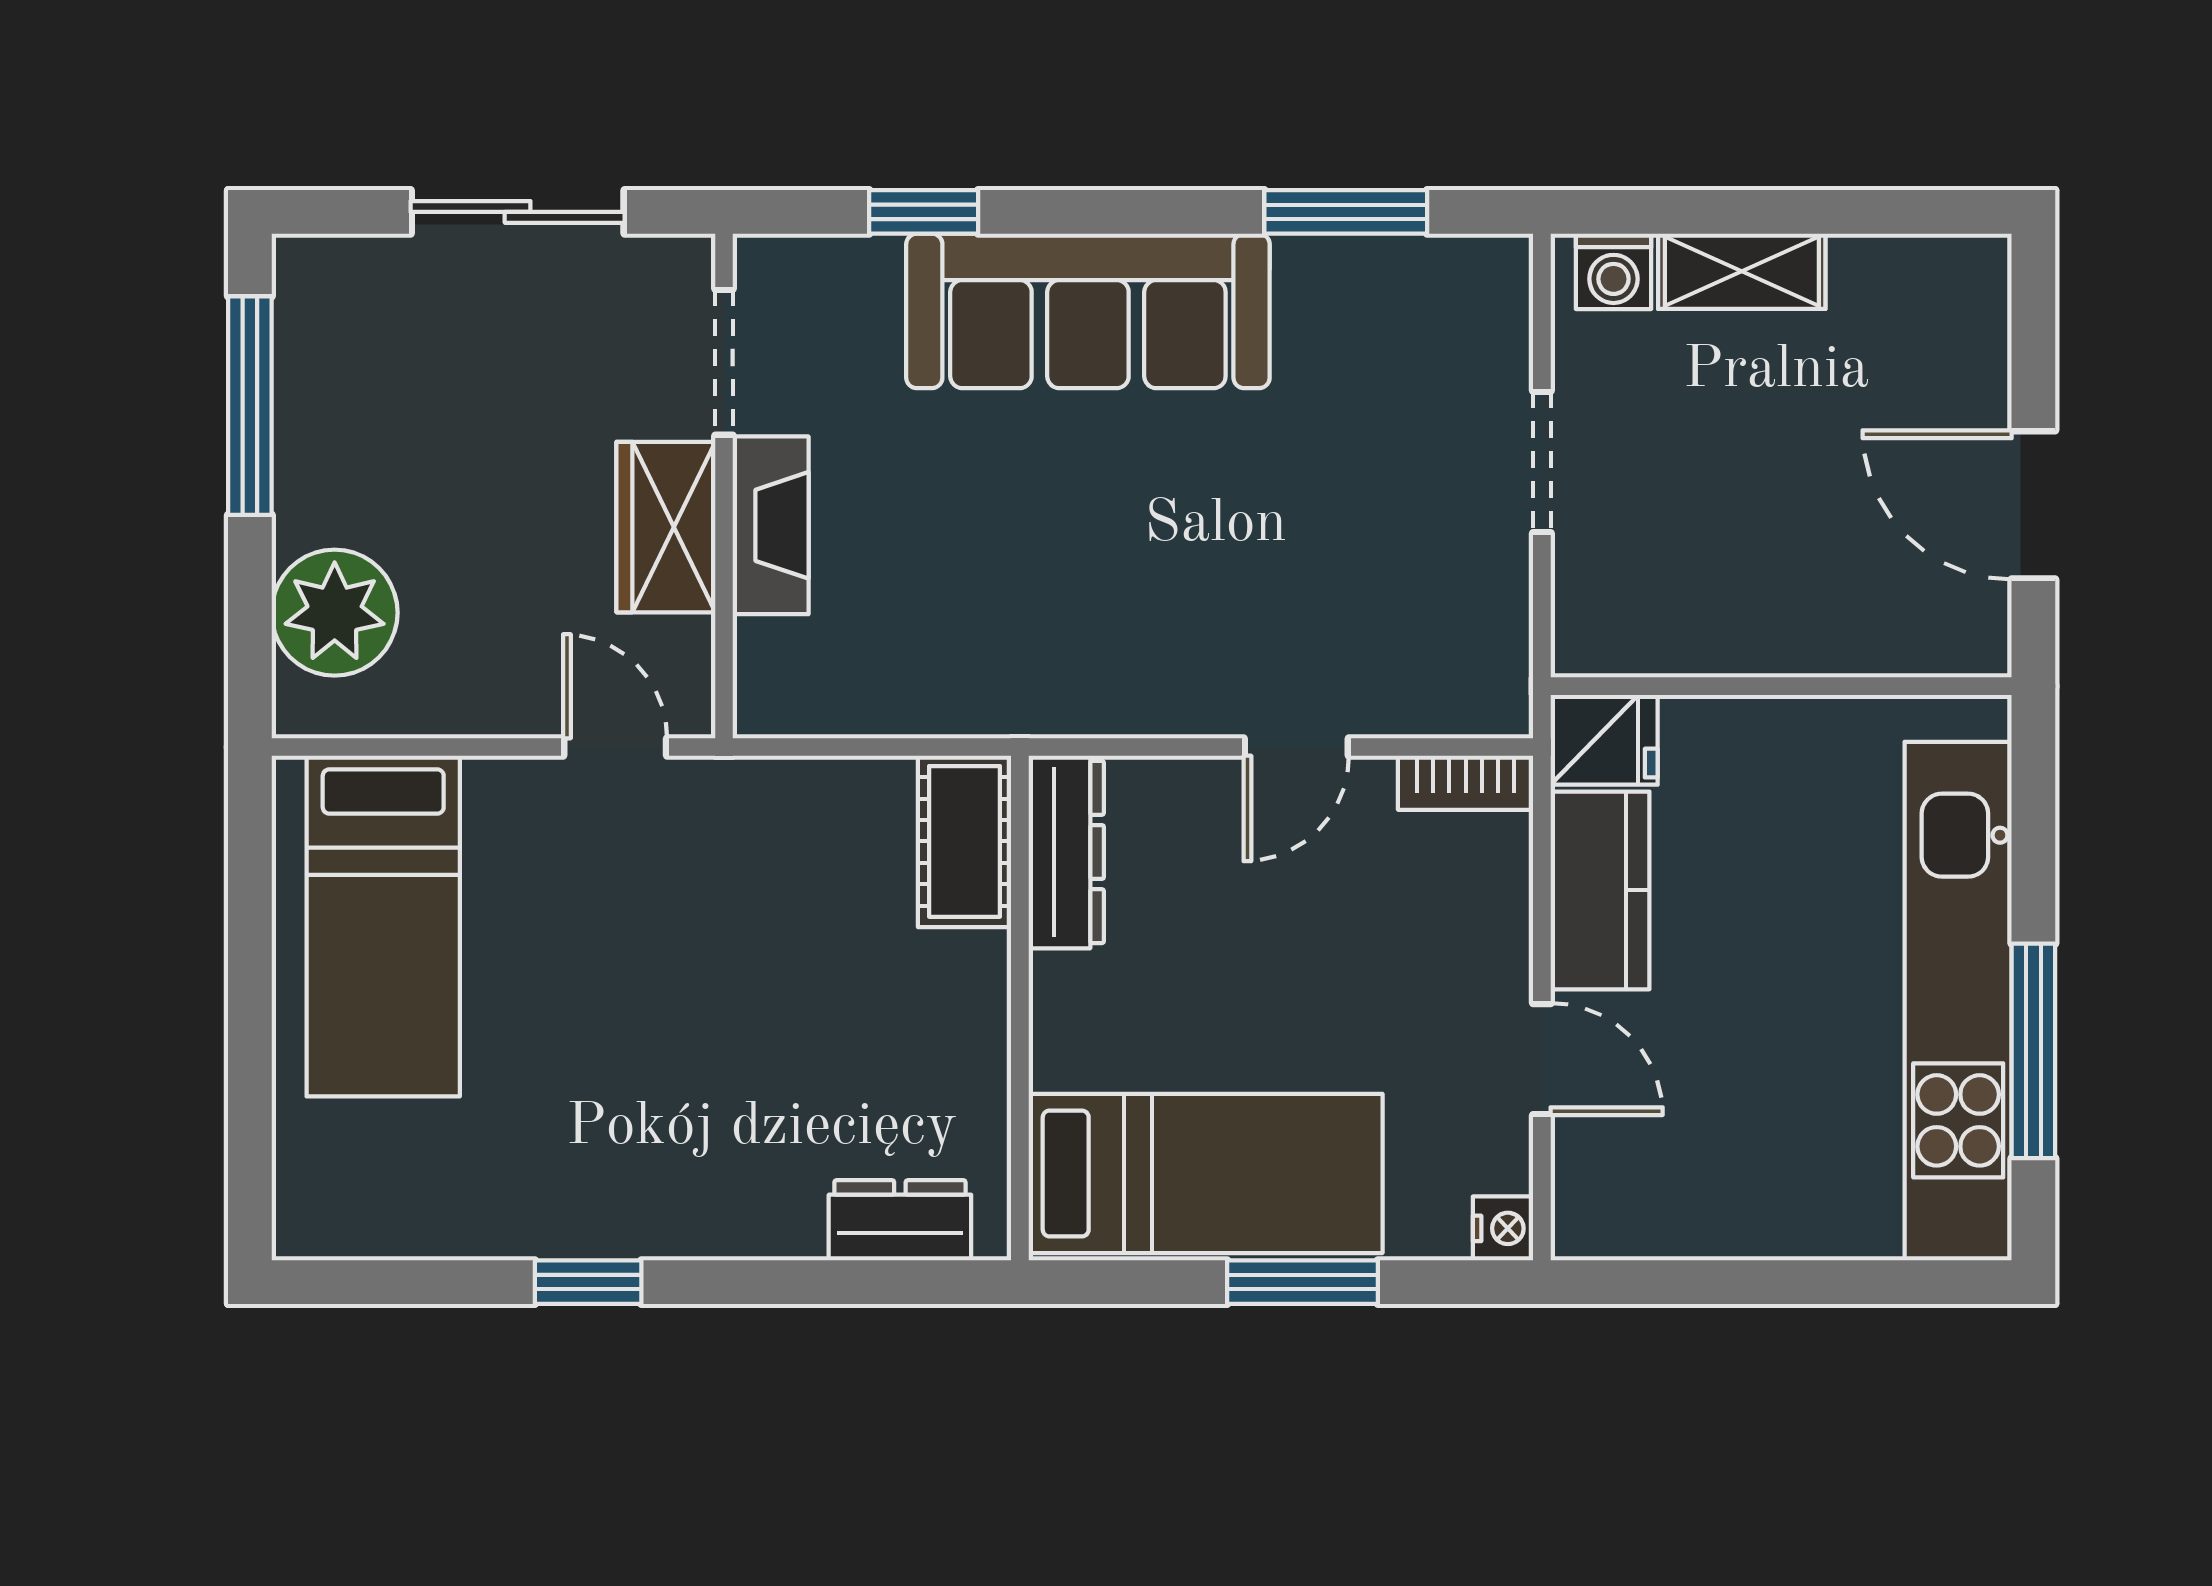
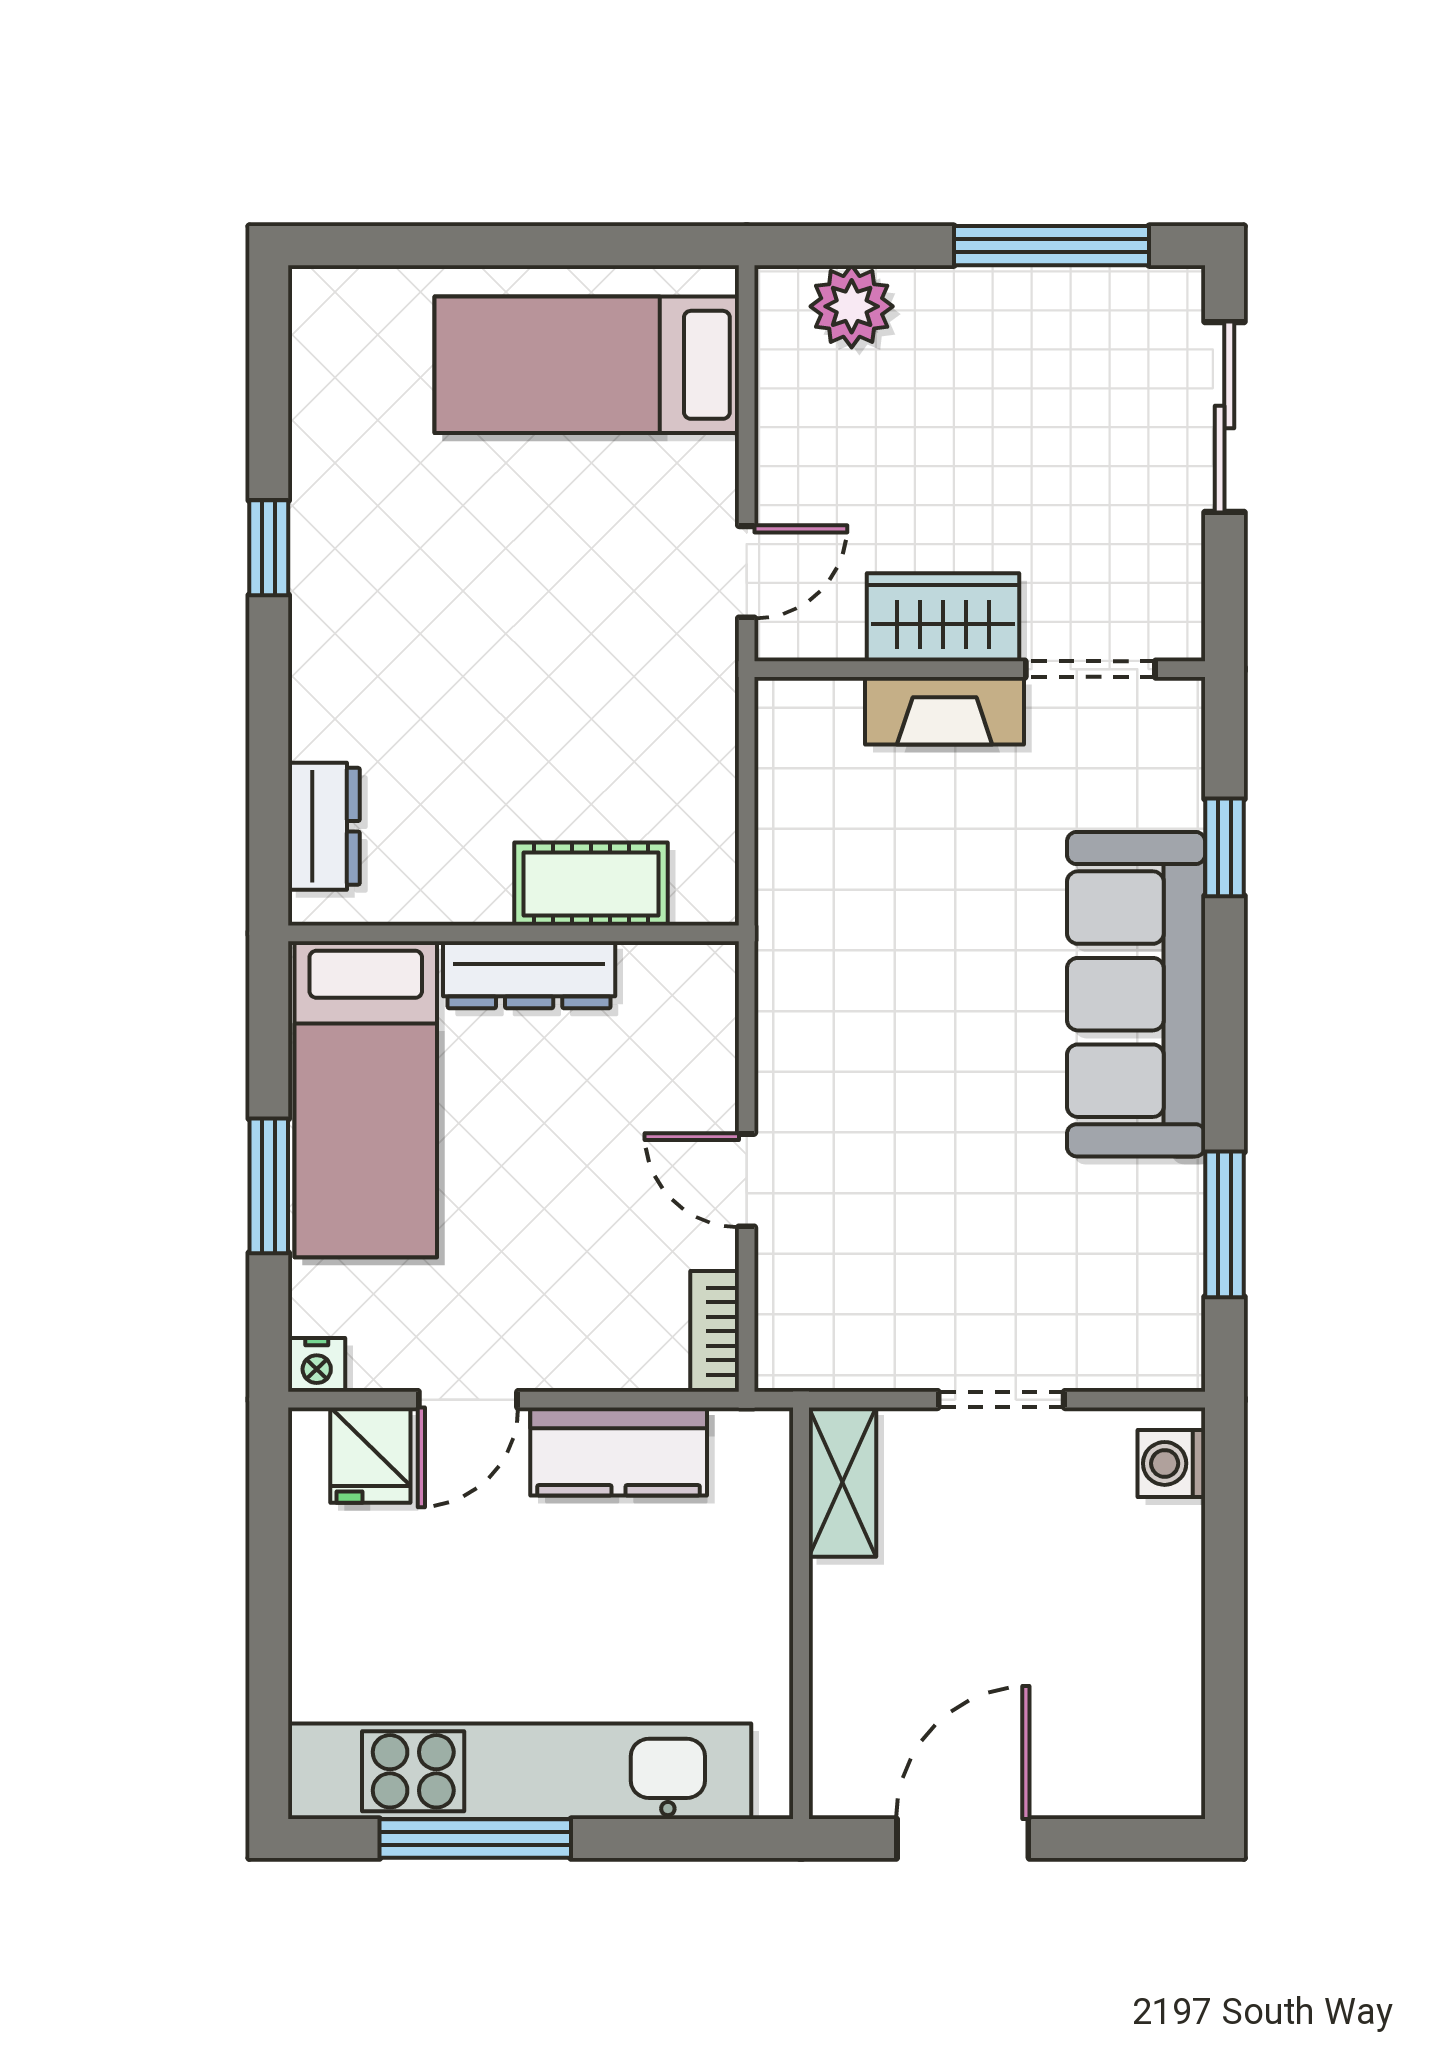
sliding door: (518, 212) -> (1224, 417), moved
shelving: (1742, 271) -> (842, 1482), moved
plant: (335, 613) -> (852, 306), width x0.73, depth x0.73
fridge: (1604, 740) -> (370, 1455), moved
cot: (965, 841) -> (591, 884), moved
dresser: (1066, 852) -> (529, 975), moved

